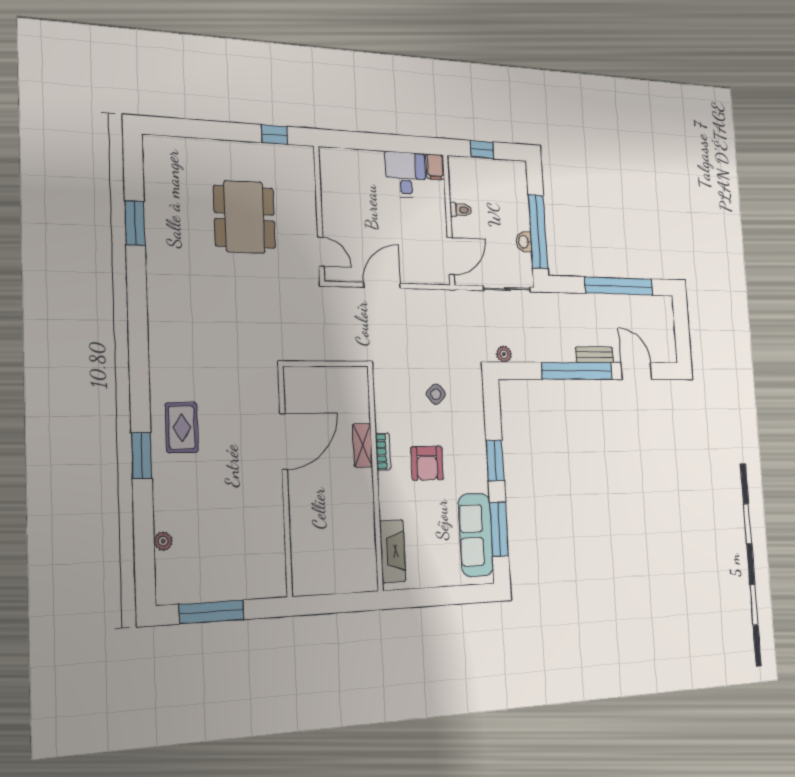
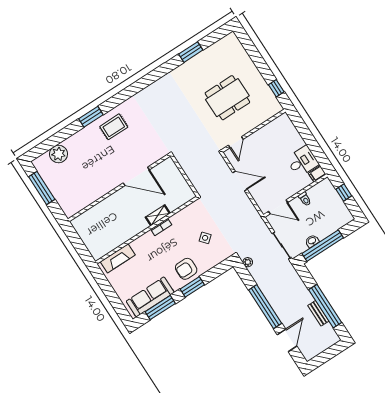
bench: (594, 355) -> (318, 313), moved
armchair: (427, 463) -> (186, 269), moved
plant: (163, 541) -> (59, 154), width x1.88, depth x1.88

